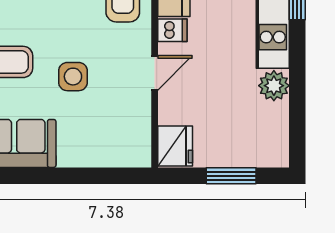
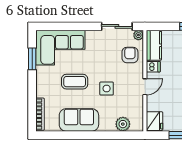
plant: (108, 152) -> (123, 124), added

